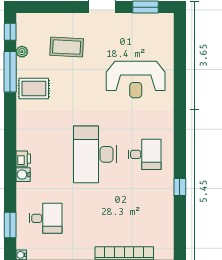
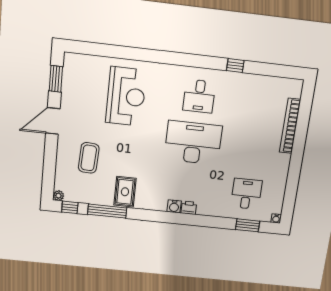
plant: (22, 52) -> (58, 196), moved
desk: (95, 154) -> (193, 143), turned 180
desk: (144, 154) -> (199, 96), turned 180
water cooler: (23, 175) -> (174, 206), moved

